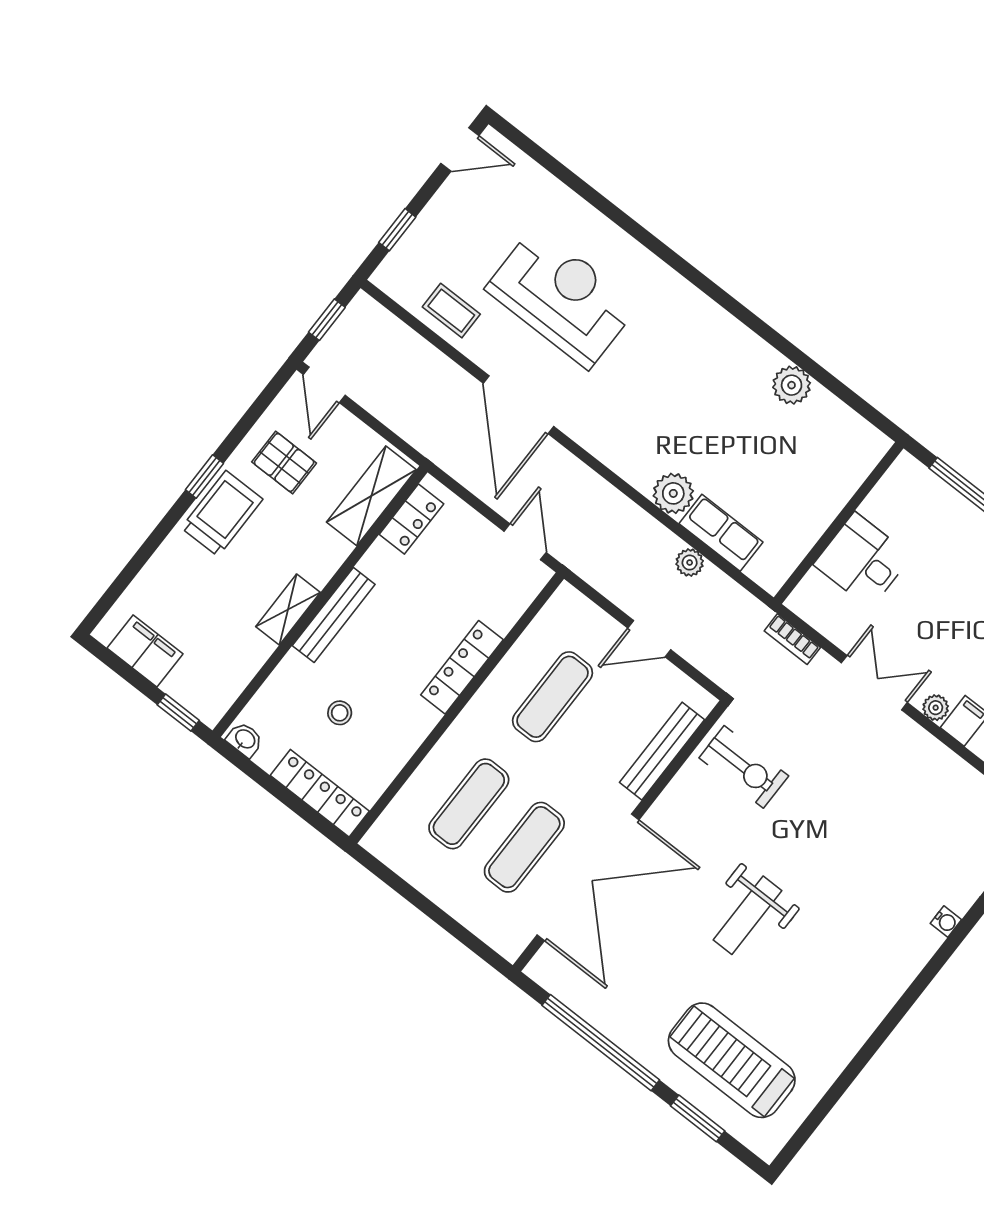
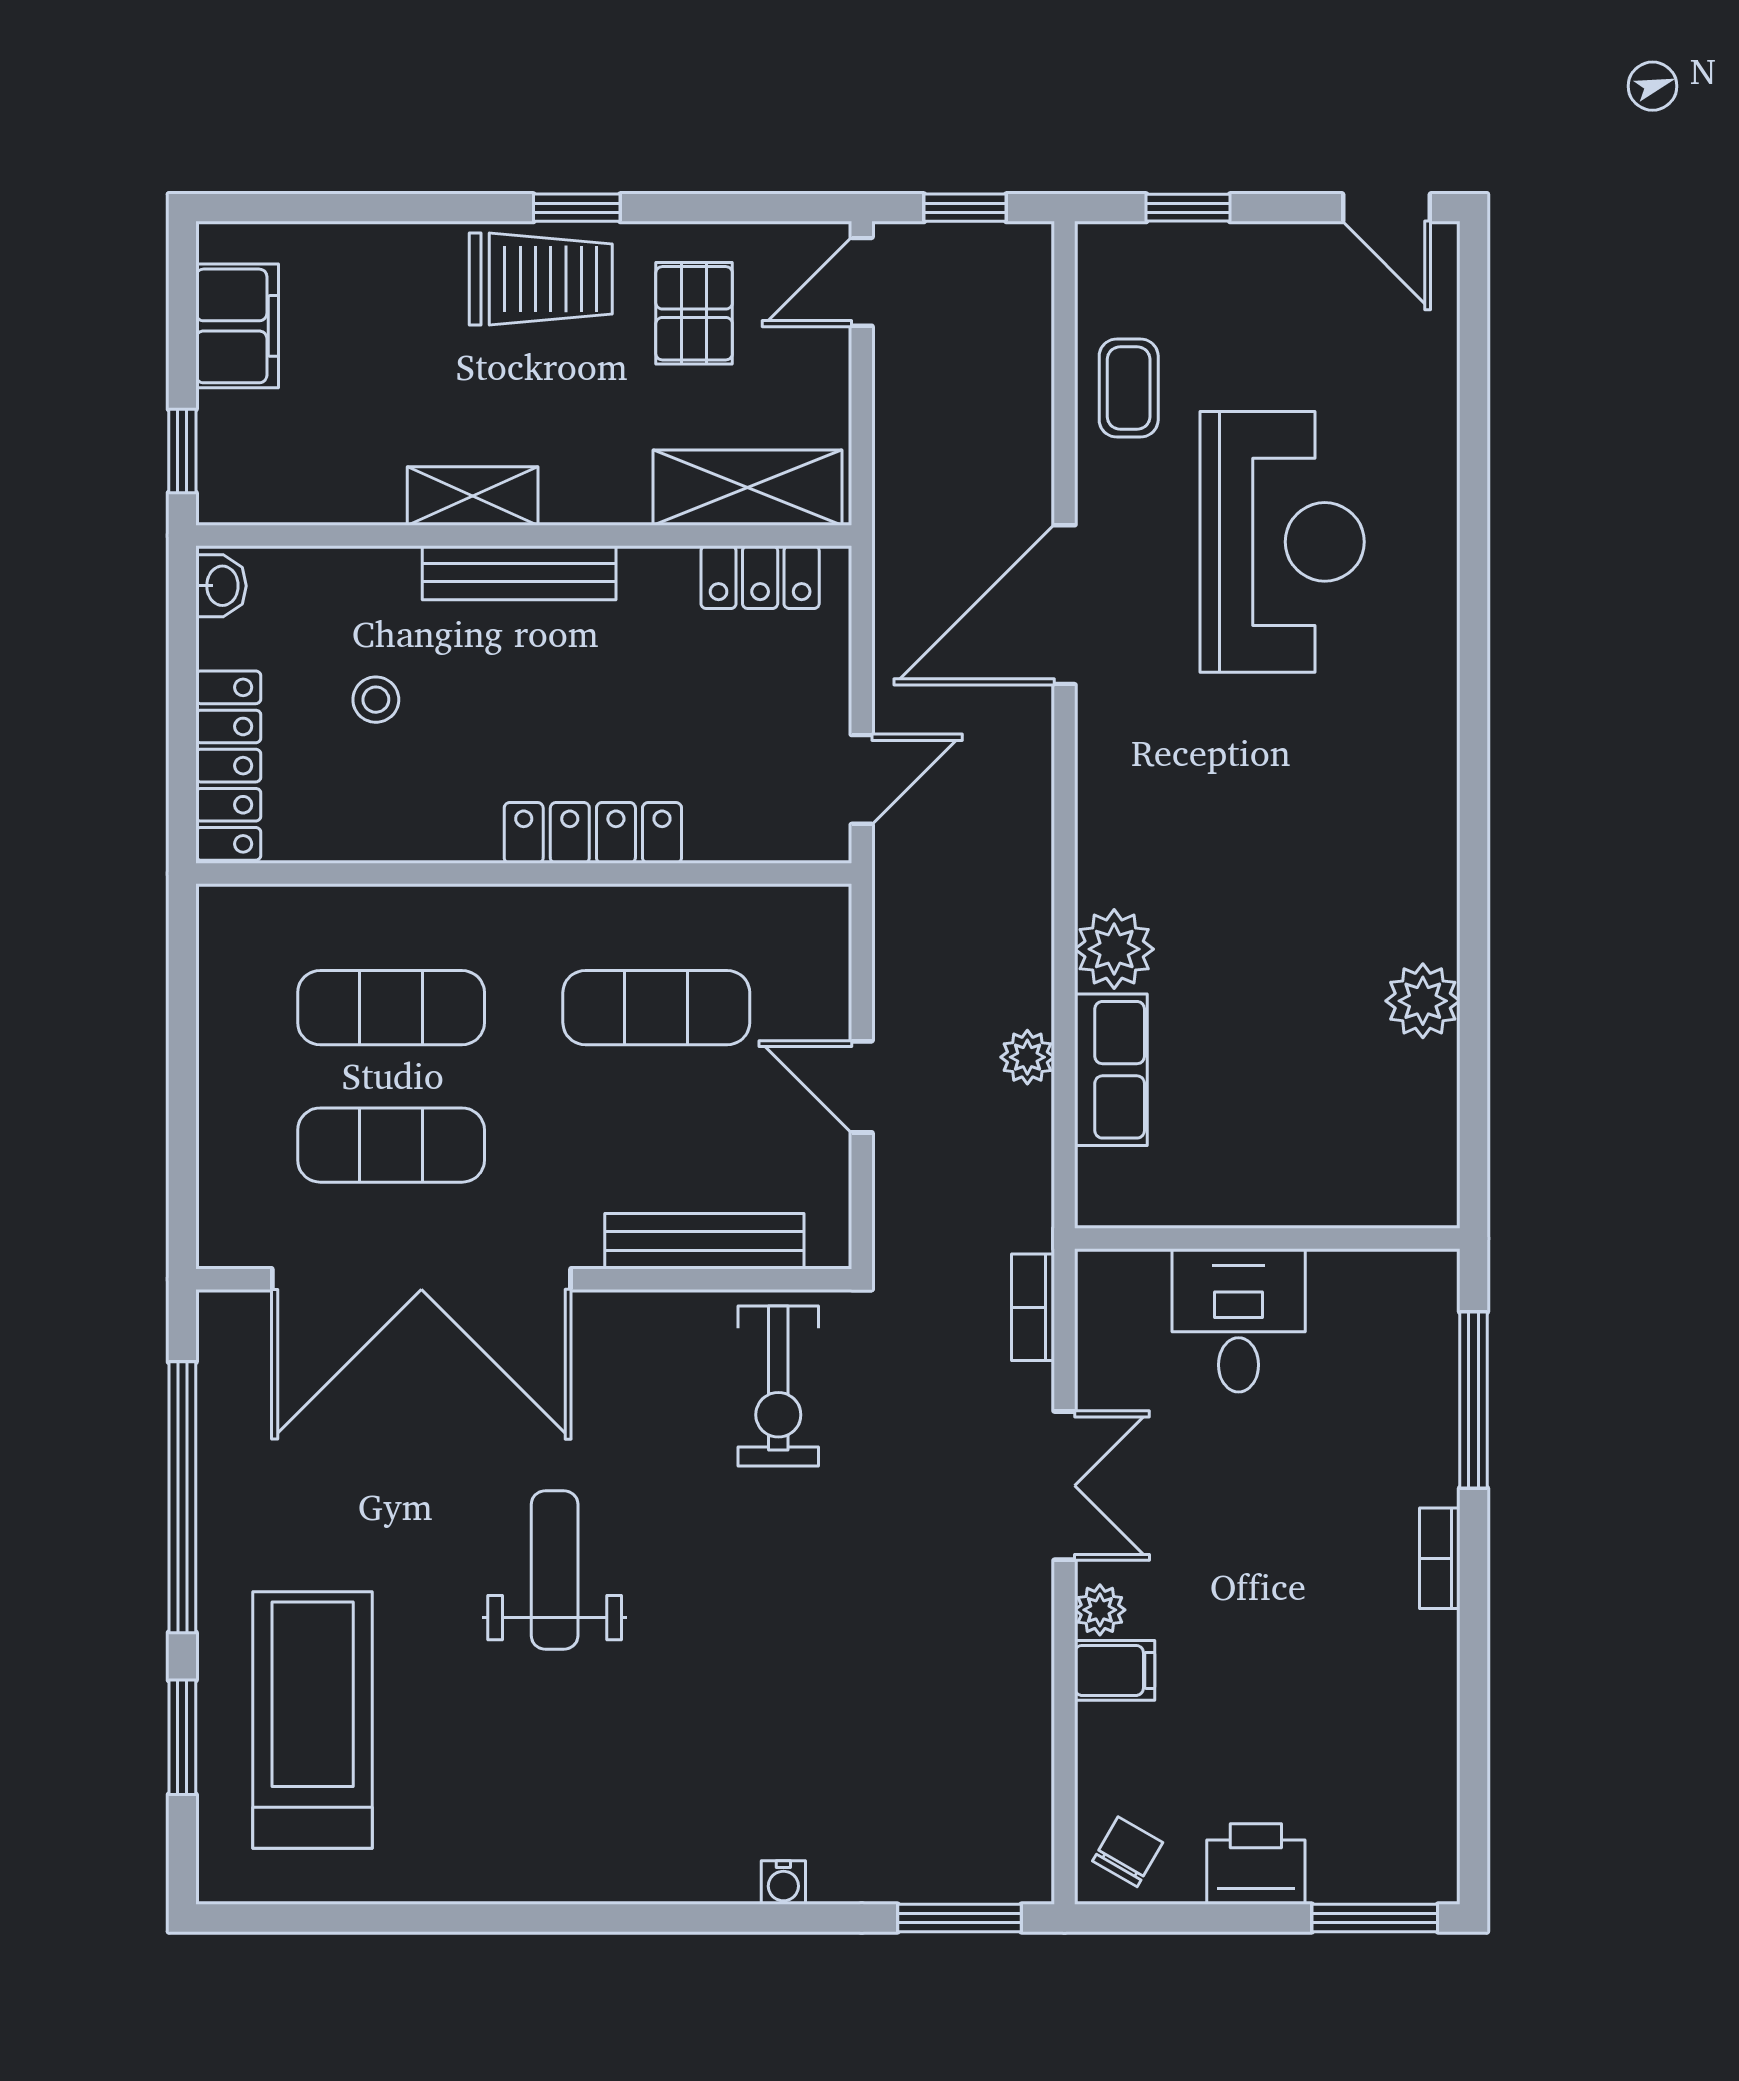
weight bench: (747, 915) -> (555, 1570), turned 90

